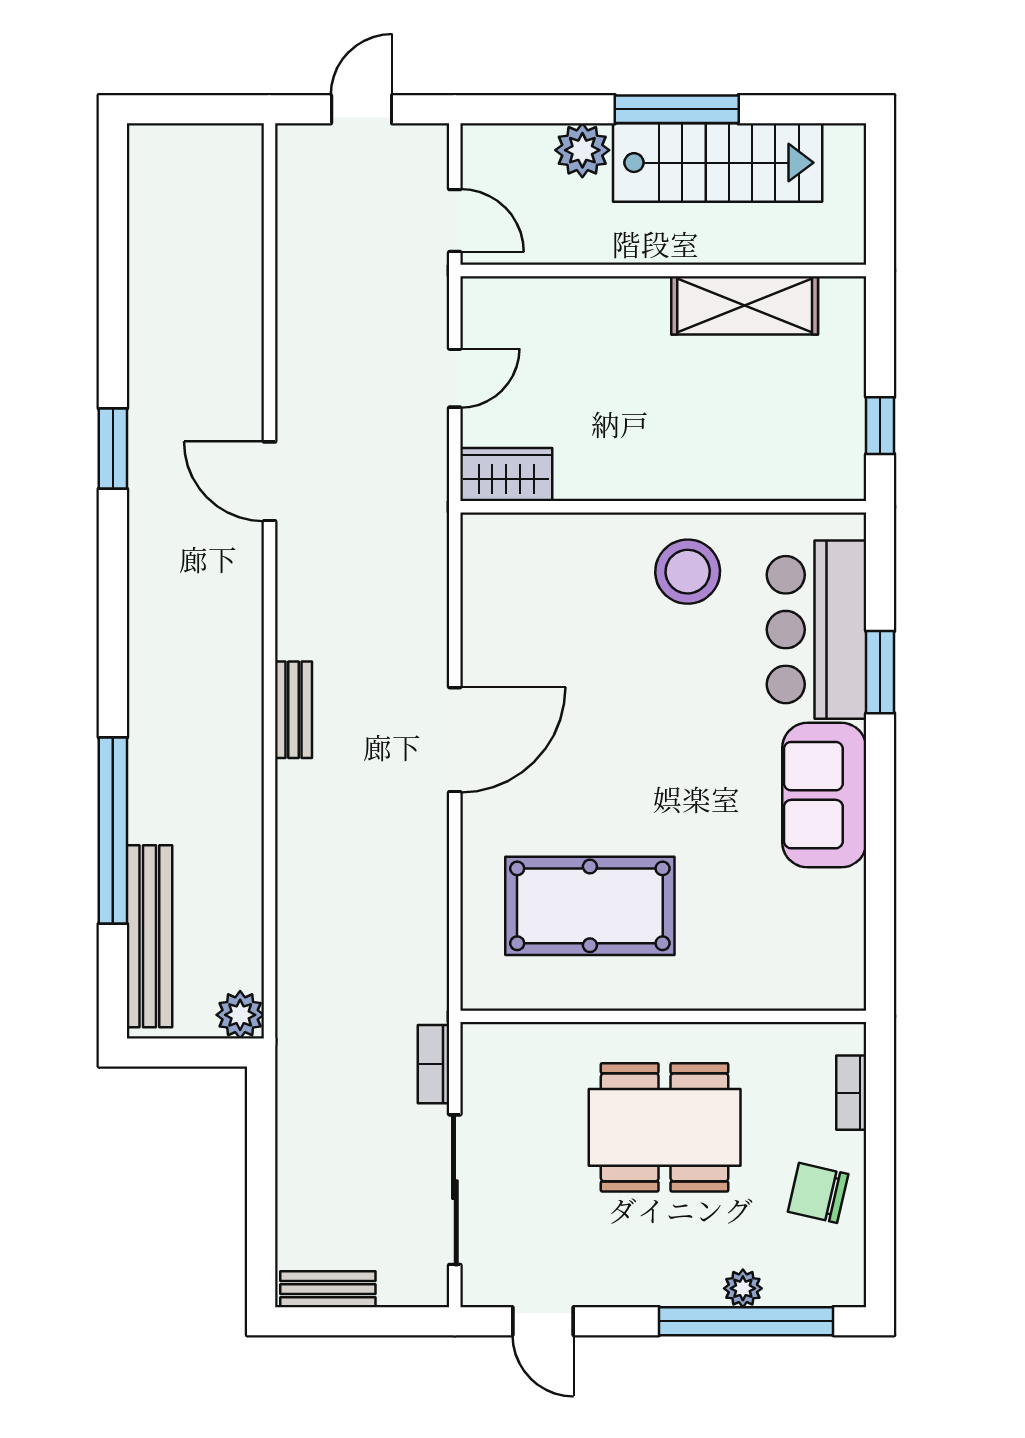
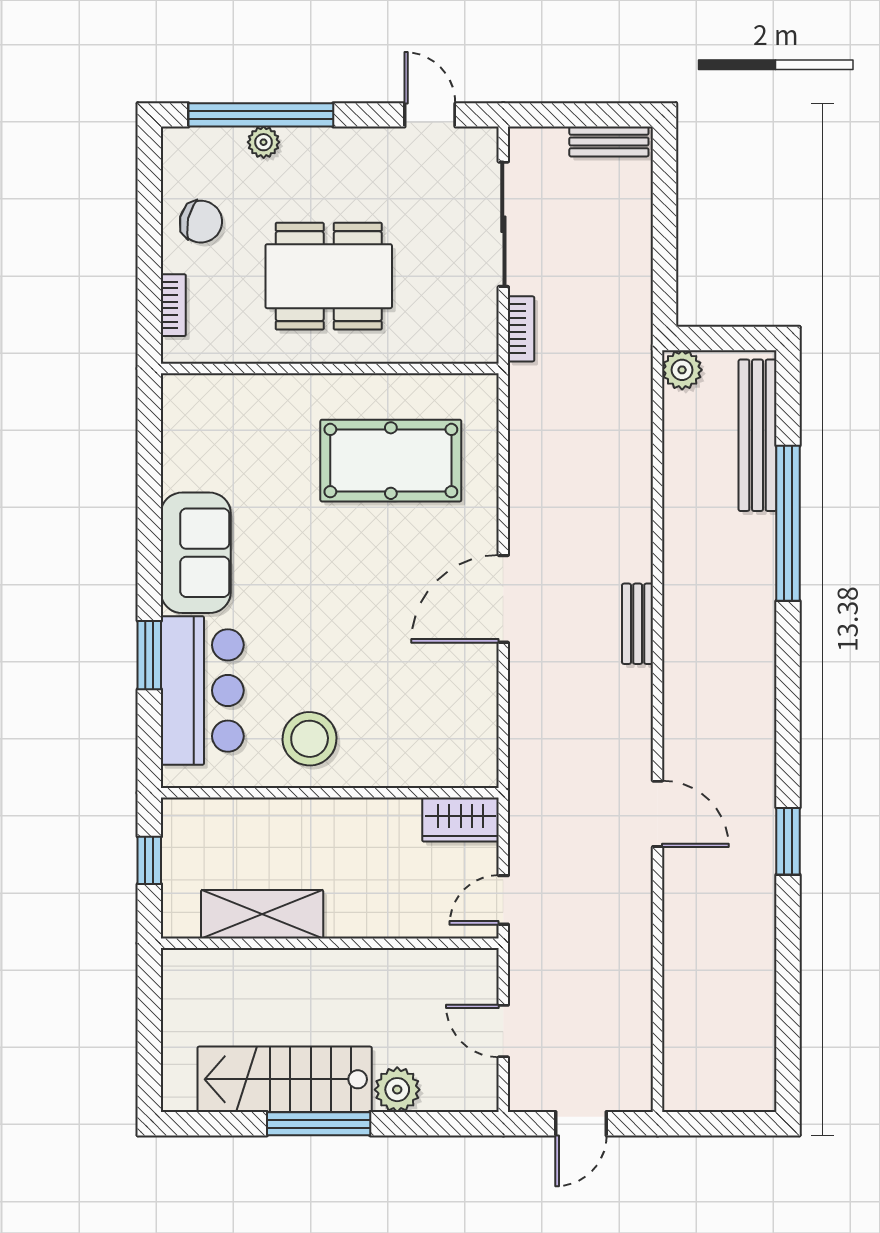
wall: (663, 270) -> (330, 943), moved
shelving: (745, 305) -> (262, 914), moved

